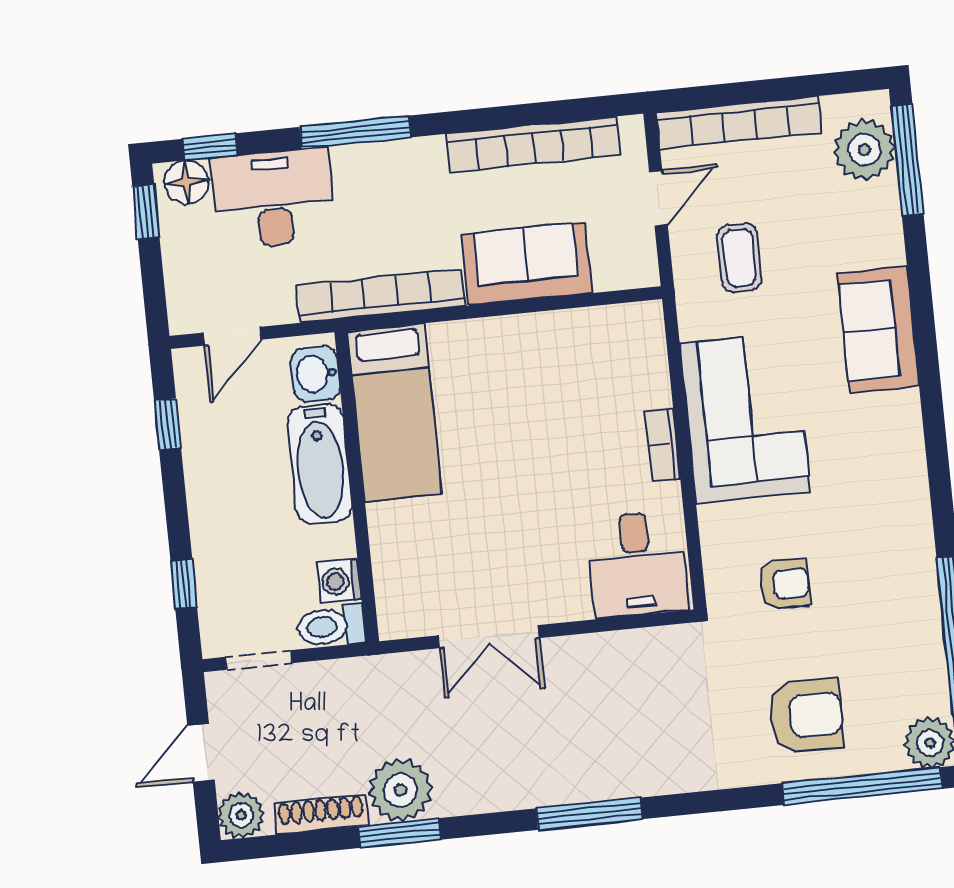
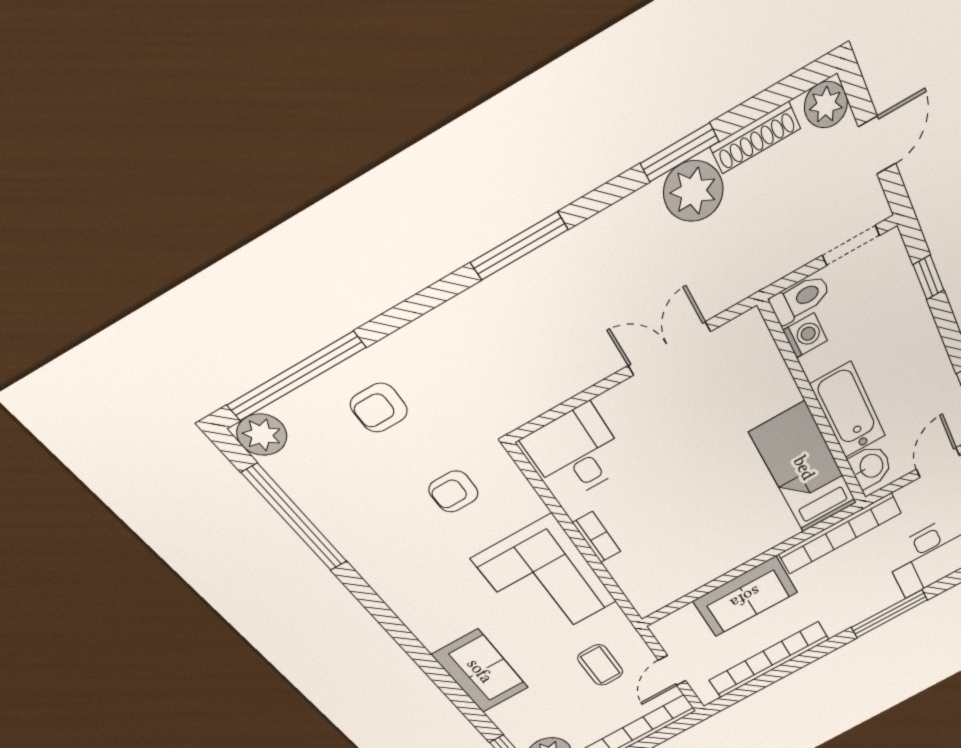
armchair: (806, 716) -> (379, 408), width x0.72, depth x0.72

